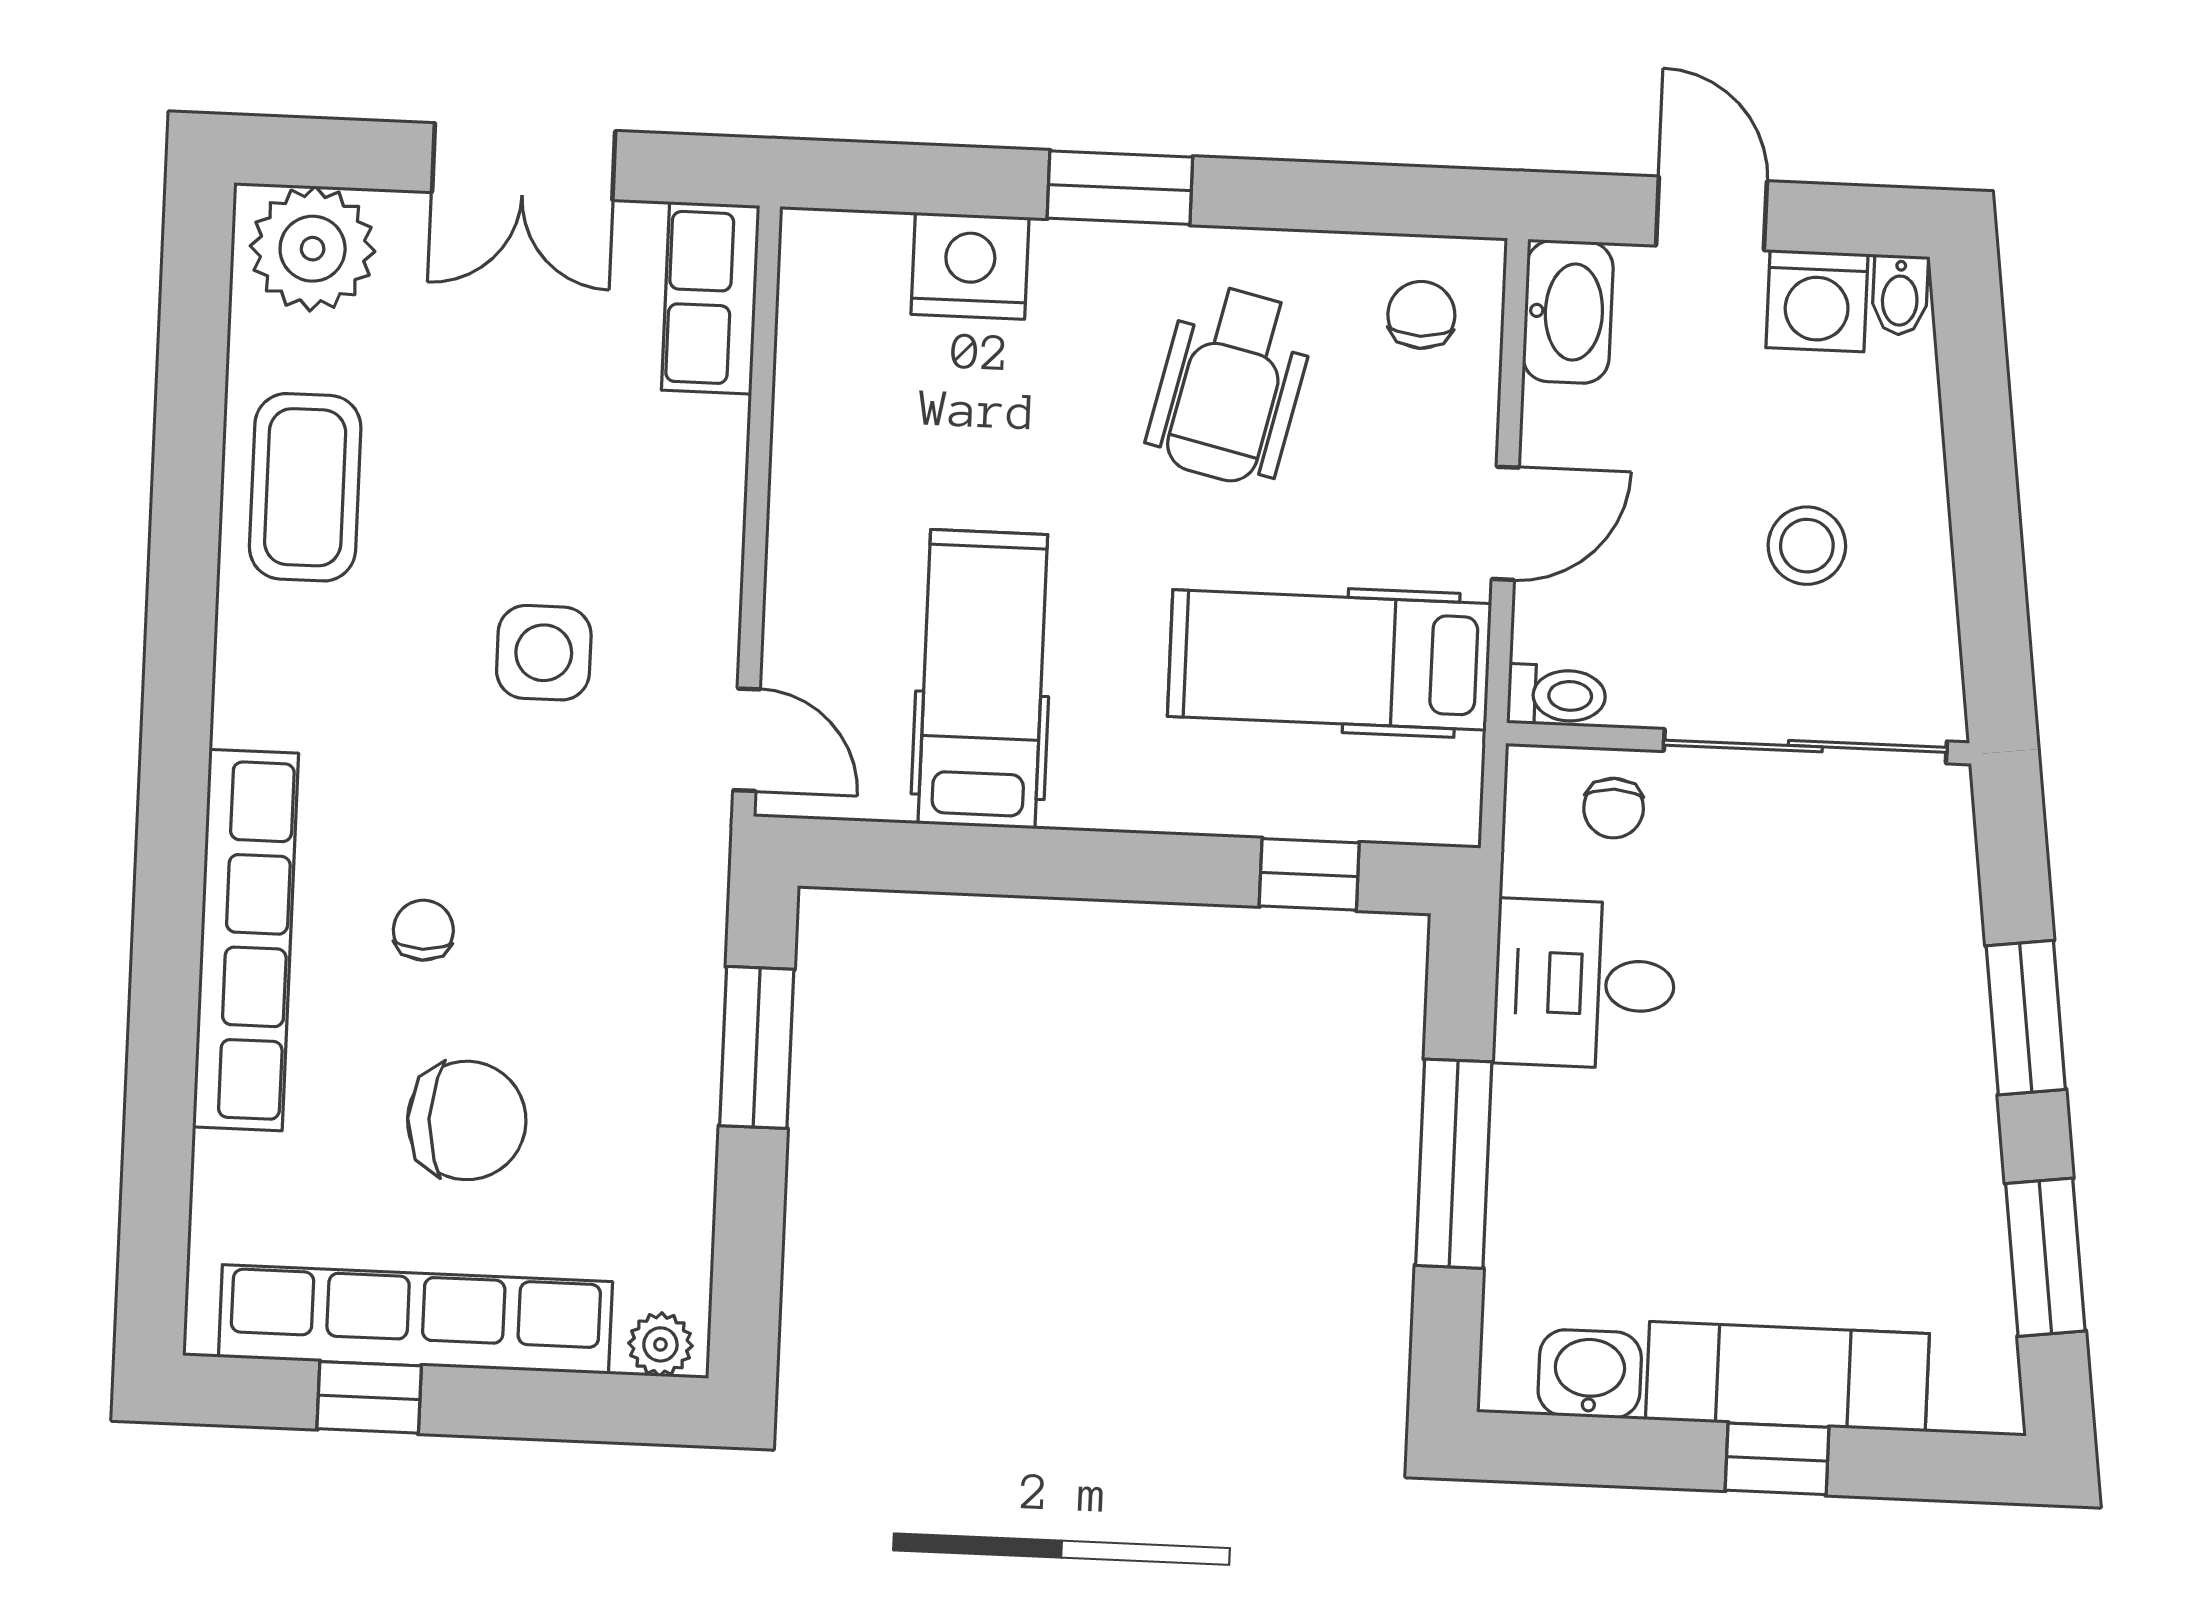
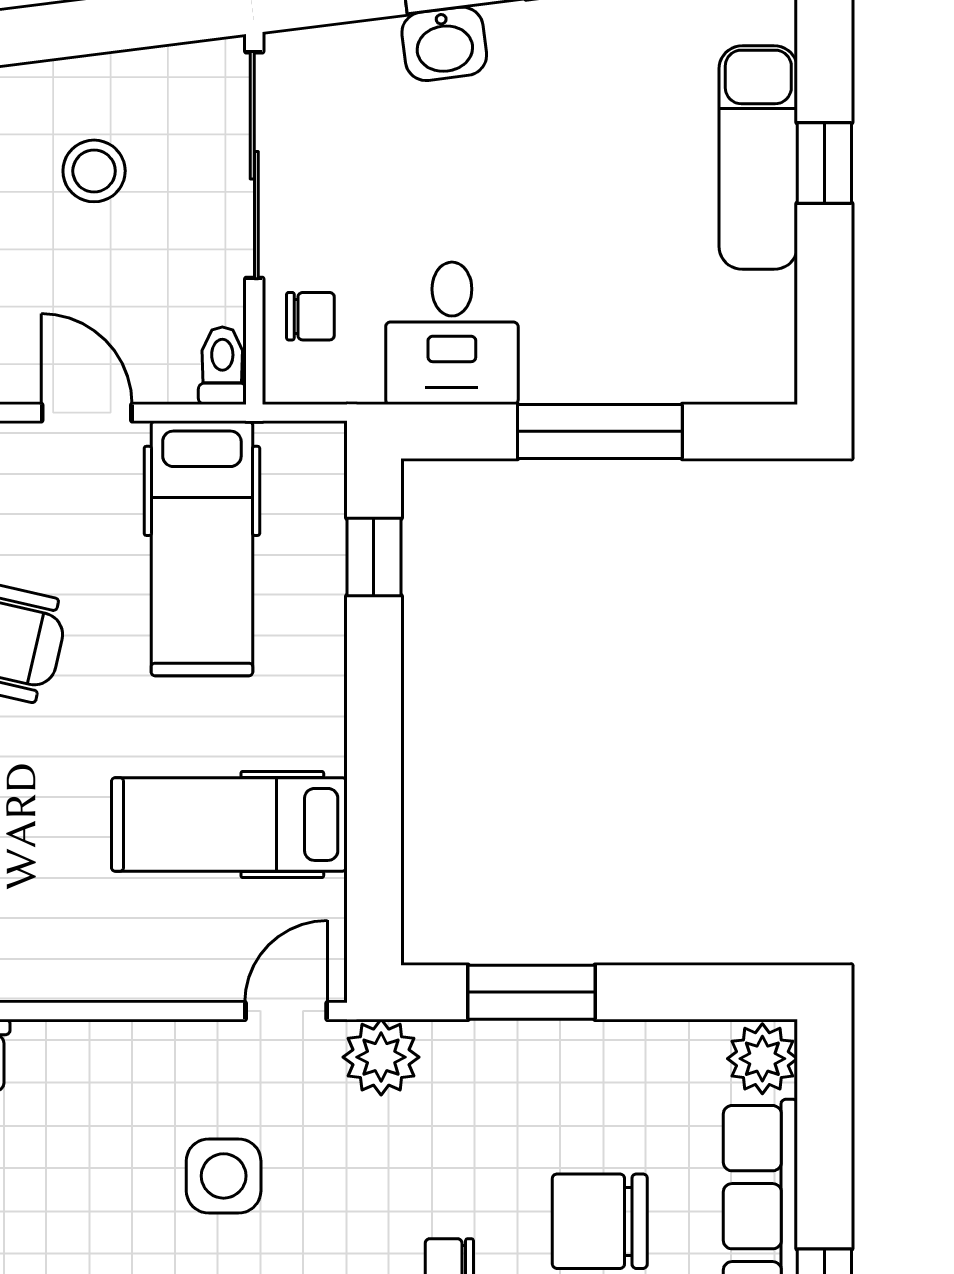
plant: (684, 856) -> (381, 1057), added
chair: (467, 1120) -> (600, 1221), turned -90
plant: (660, 1344) -> (762, 1059), width x1.38, depth x1.38
washbasin: (1590, 1374) -> (444, 44), moved, turned -97

